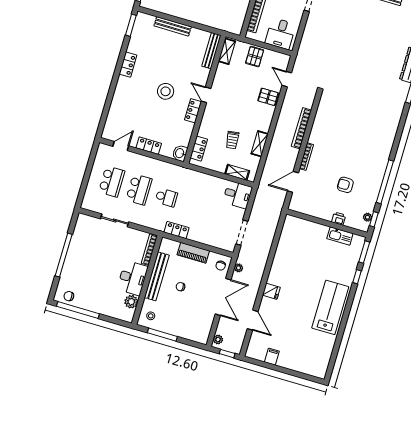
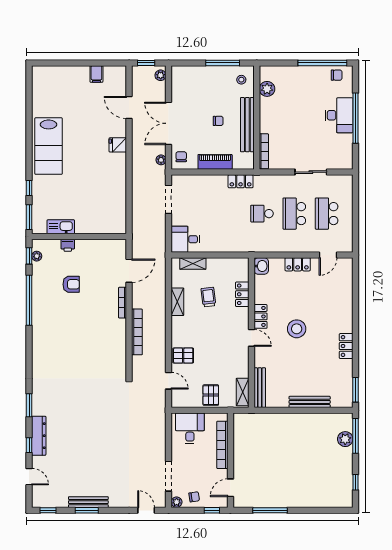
locker: (199, 149) -> (242, 294), moved
desk: (132, 278) -> (339, 115), moved, turned 180

